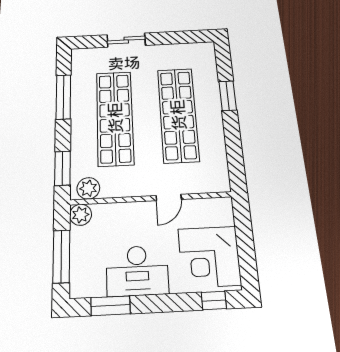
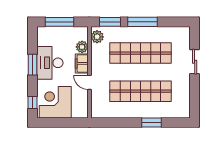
window: (63, 97) -> (143, 22), moved
filing cabinet: (136, 212) -> (82, 63), added
plant: (81, 215) -> (82, 47), moved
window: (110, 306) -> (33, 65), moved

